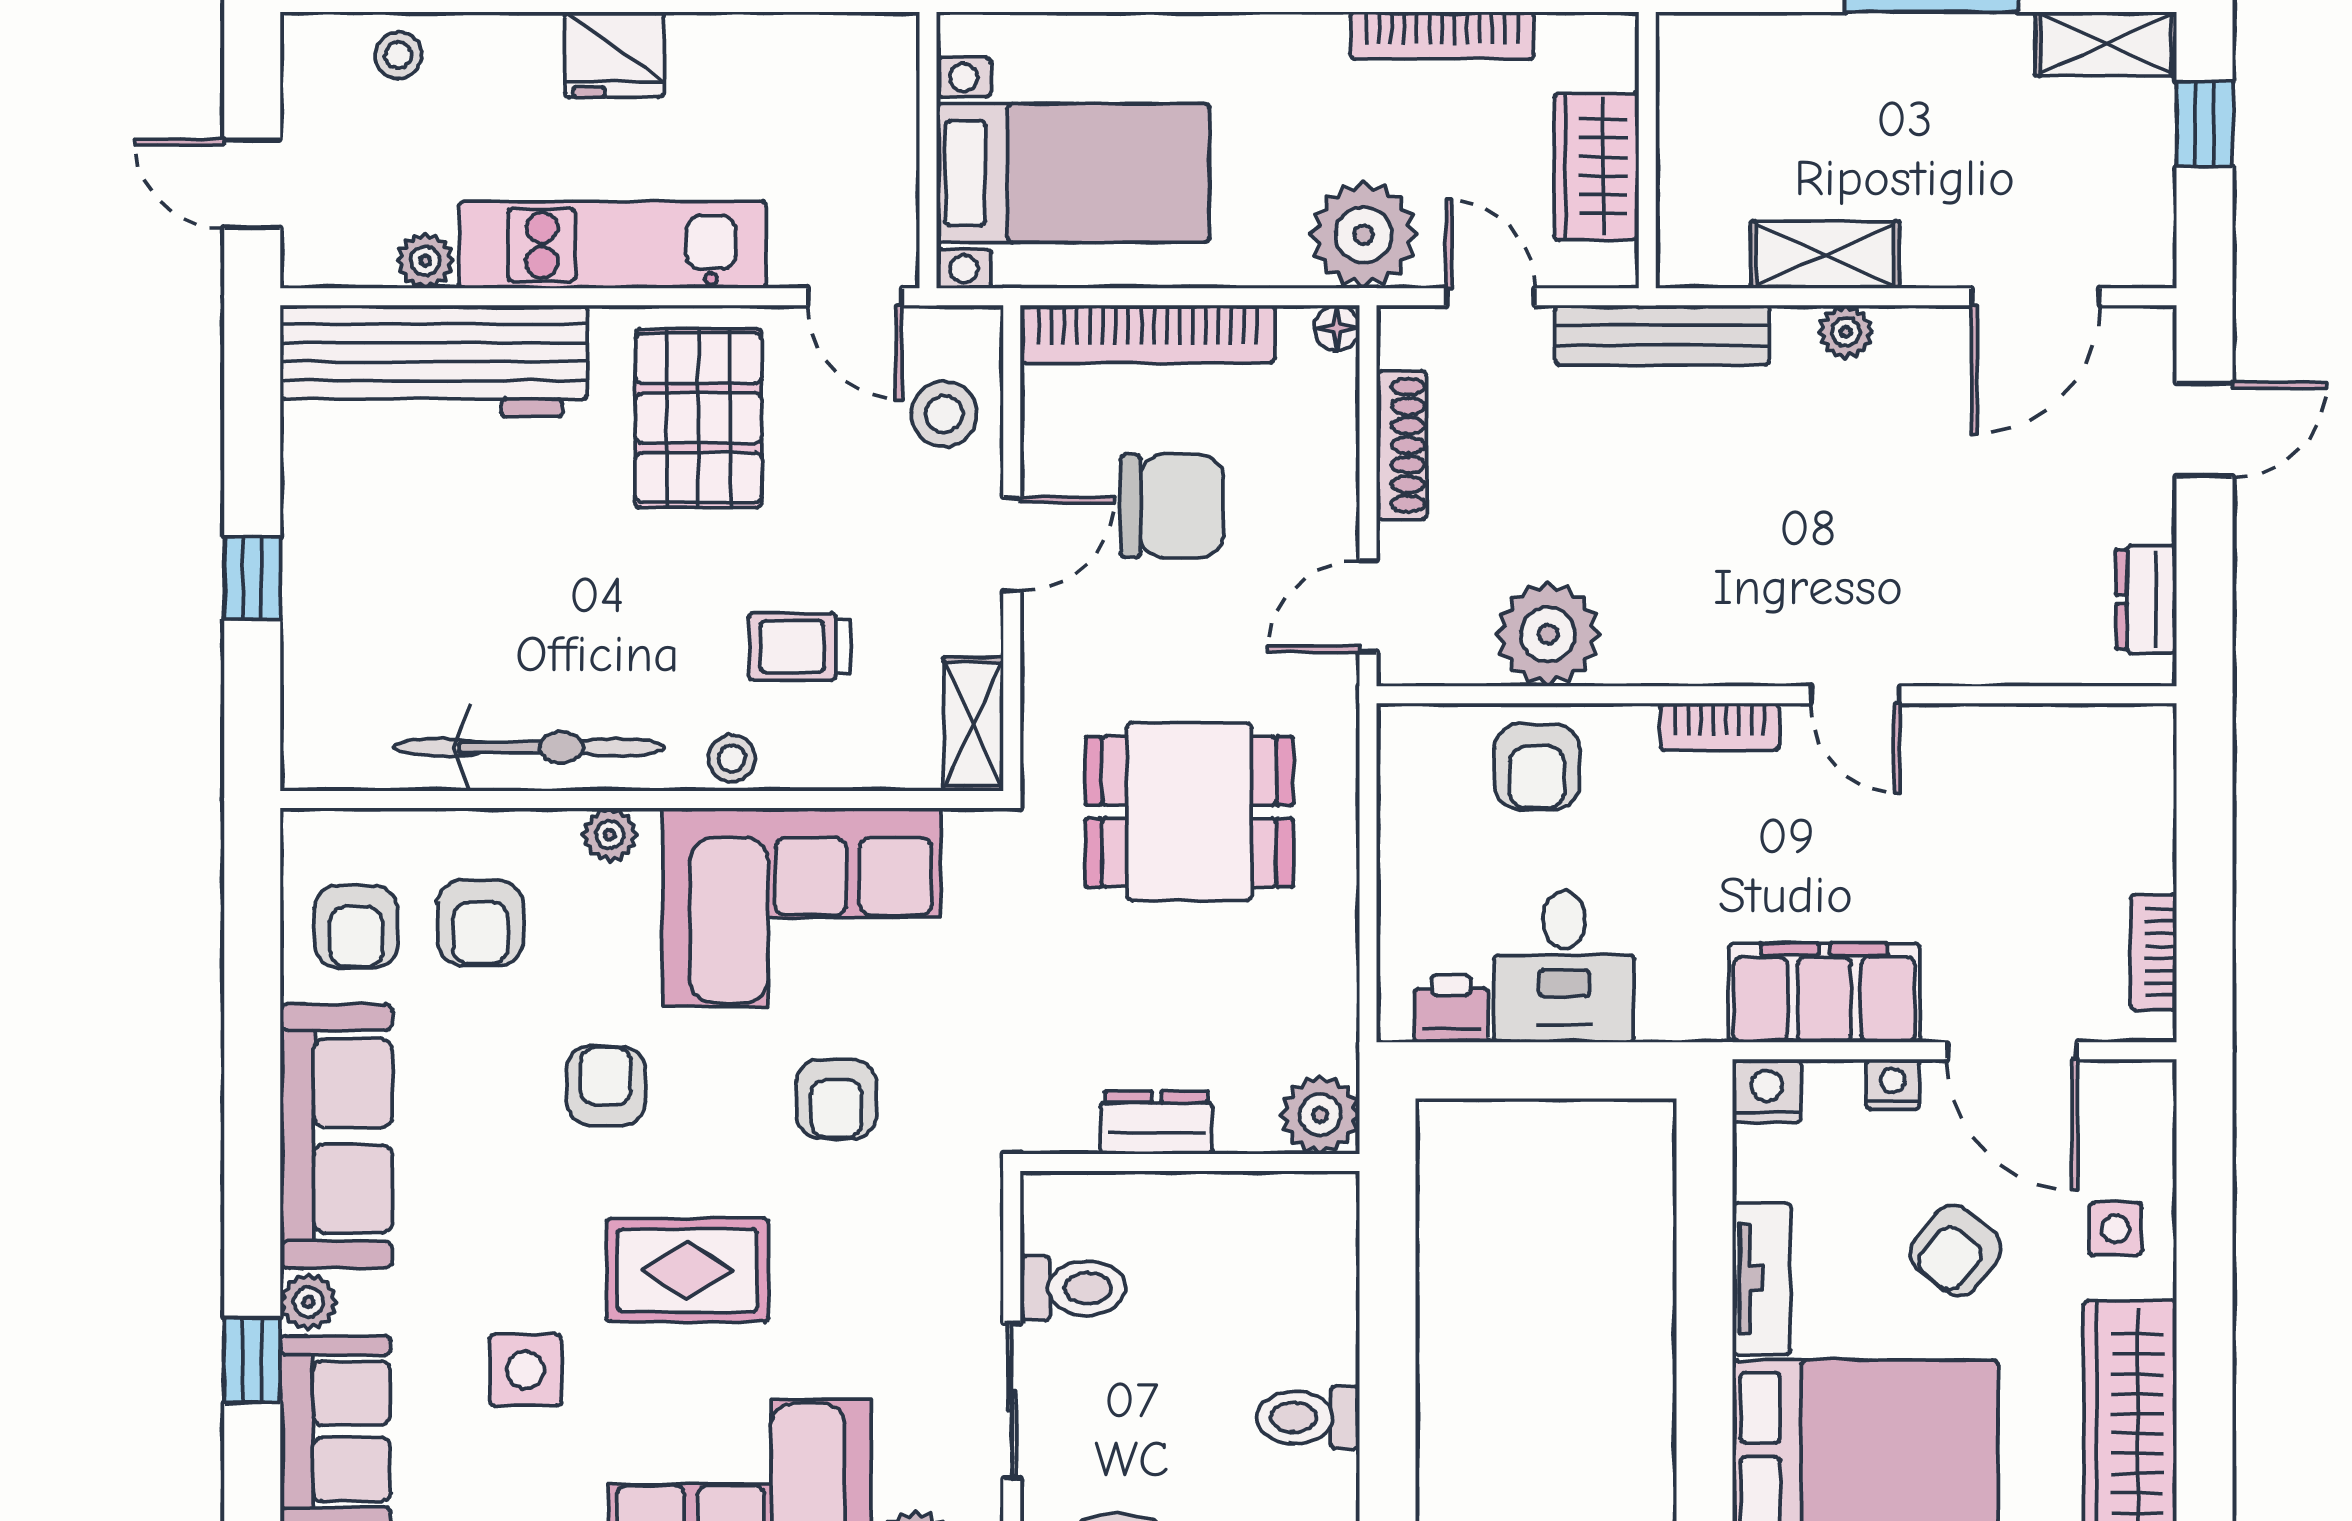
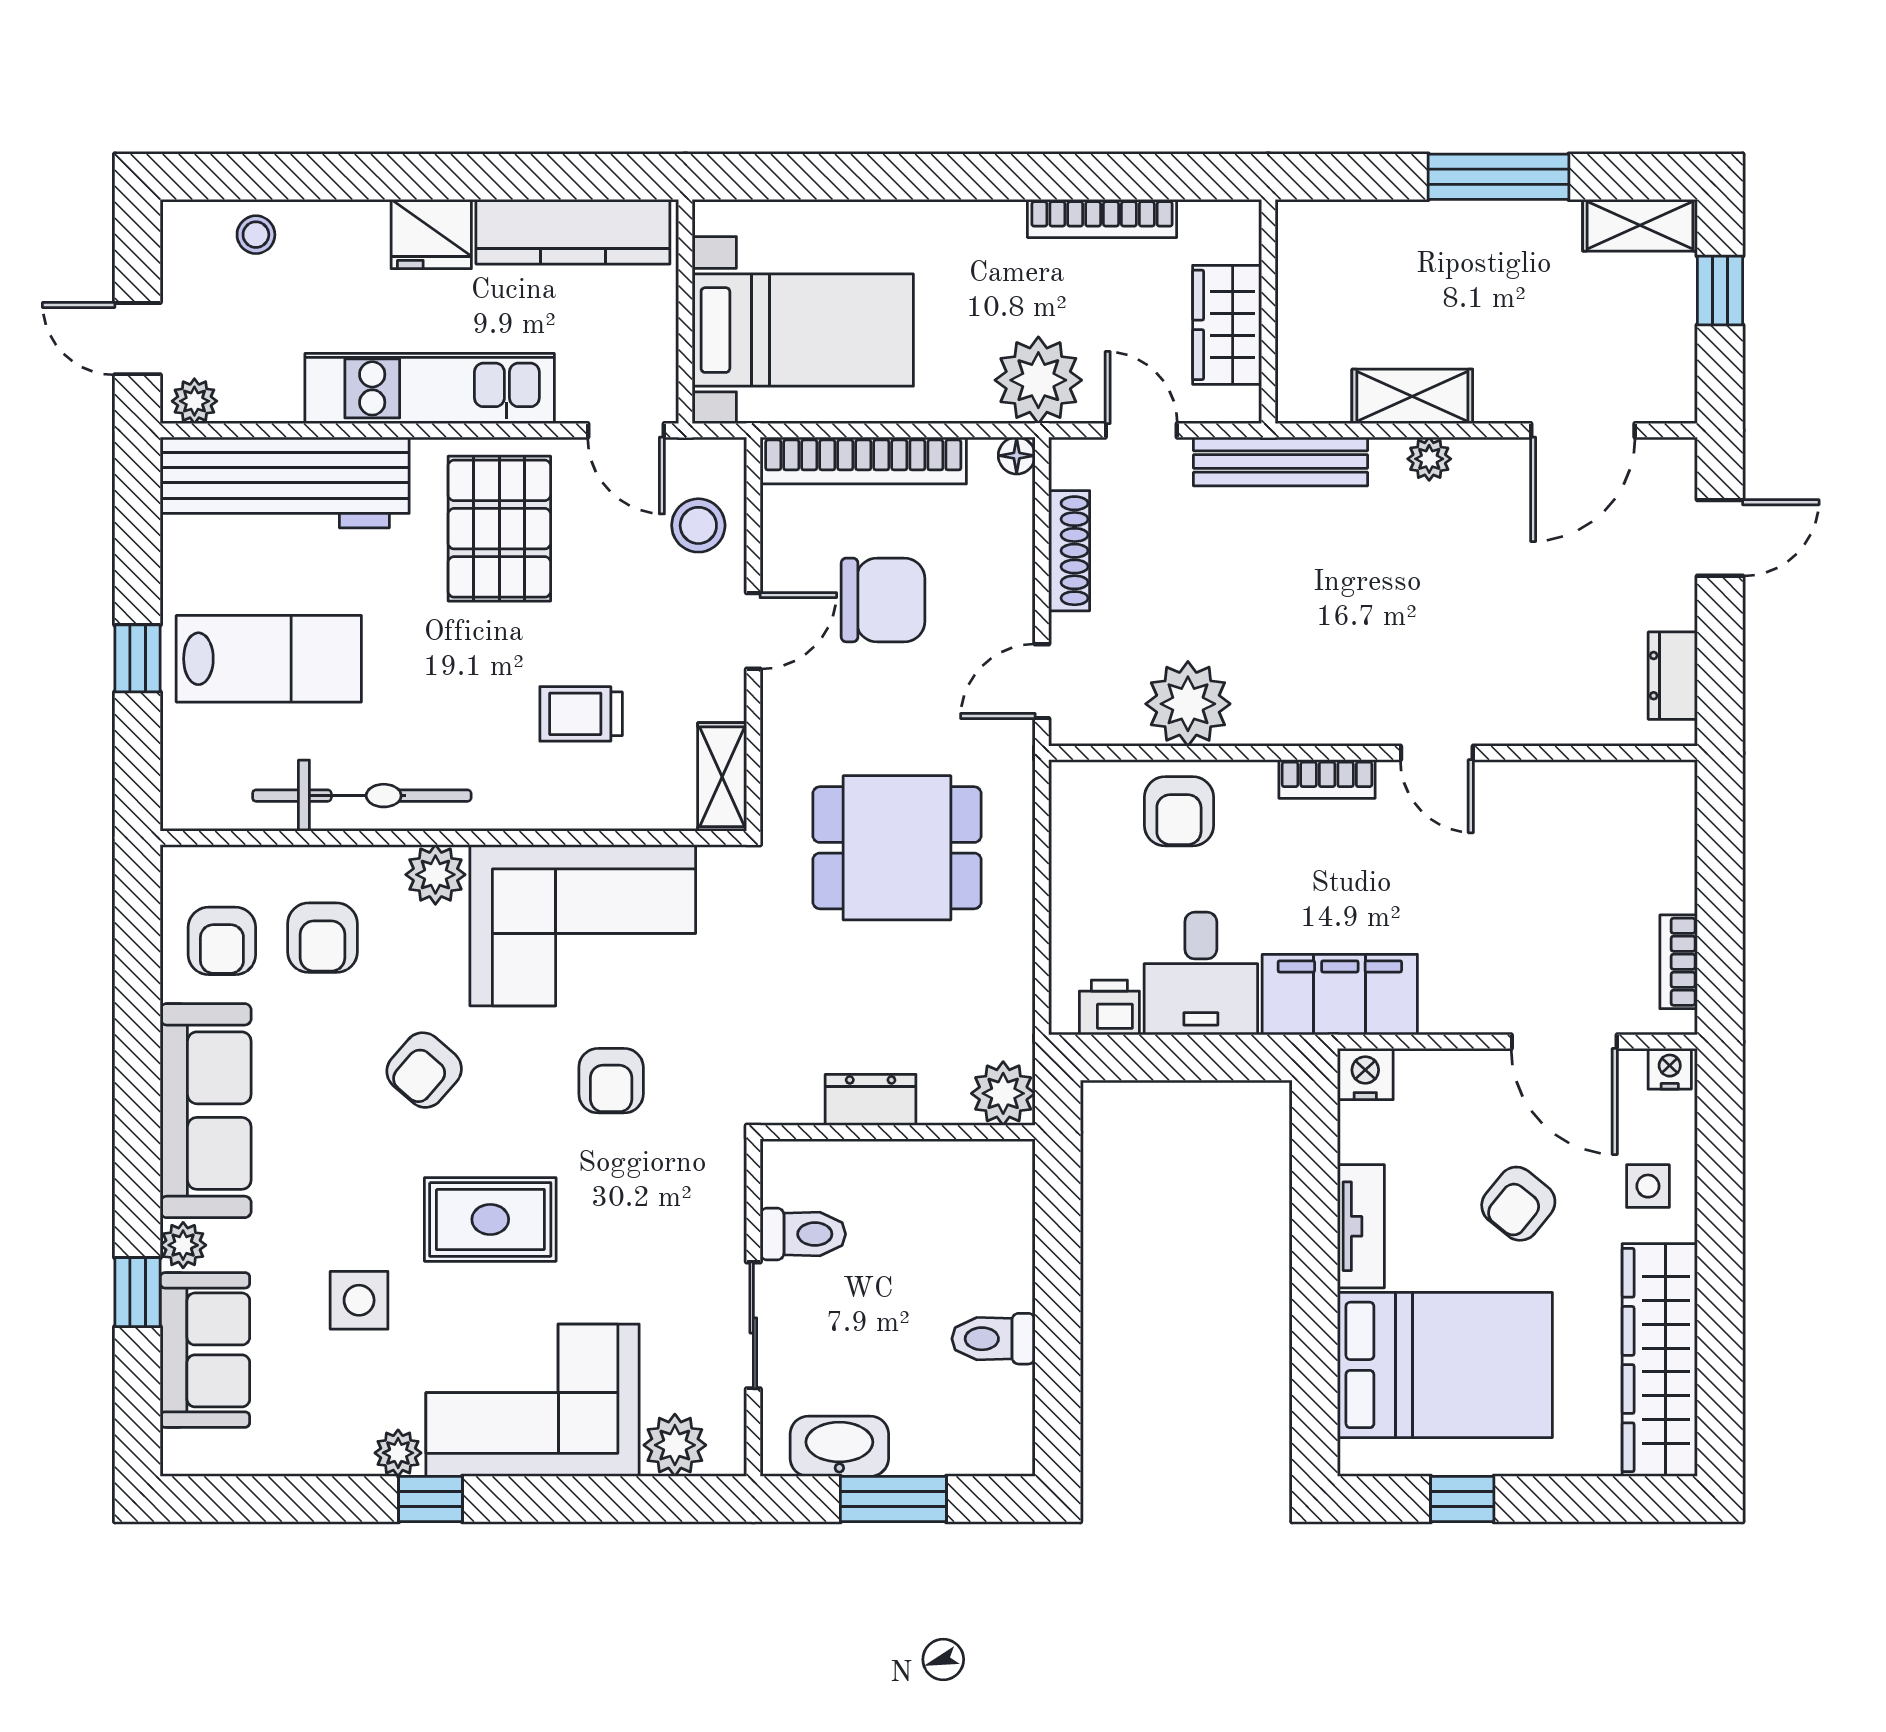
kitchen counter: (789, 52) -> (573, 232), added
plant: (425, 261) -> (194, 401), moved
lab bench: (414, 578) -> (269, 659), added
stool: (732, 758) -> (526, 805), removed
plant: (610, 835) -> (435, 875), width x1.38, depth x1.38
filing cabinet: (1824, 993) -> (1340, 995), moved
nightstand: (1893, 1084) -> (1670, 1069), moved
armchair: (606, 1086) -> (424, 1070), turned -139

